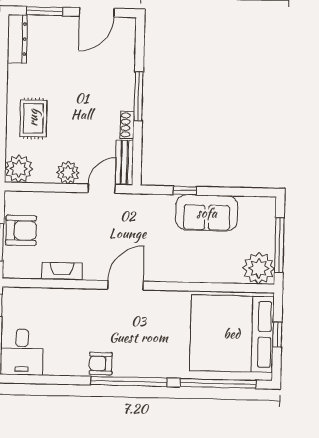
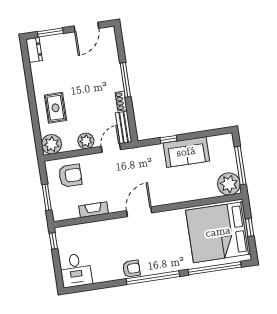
dresser: (17, 39) -> (34, 50), width x0.70
armchair: (21, 230) -> (70, 176), moved
armchair: (101, 364) -> (131, 269), turned 180

